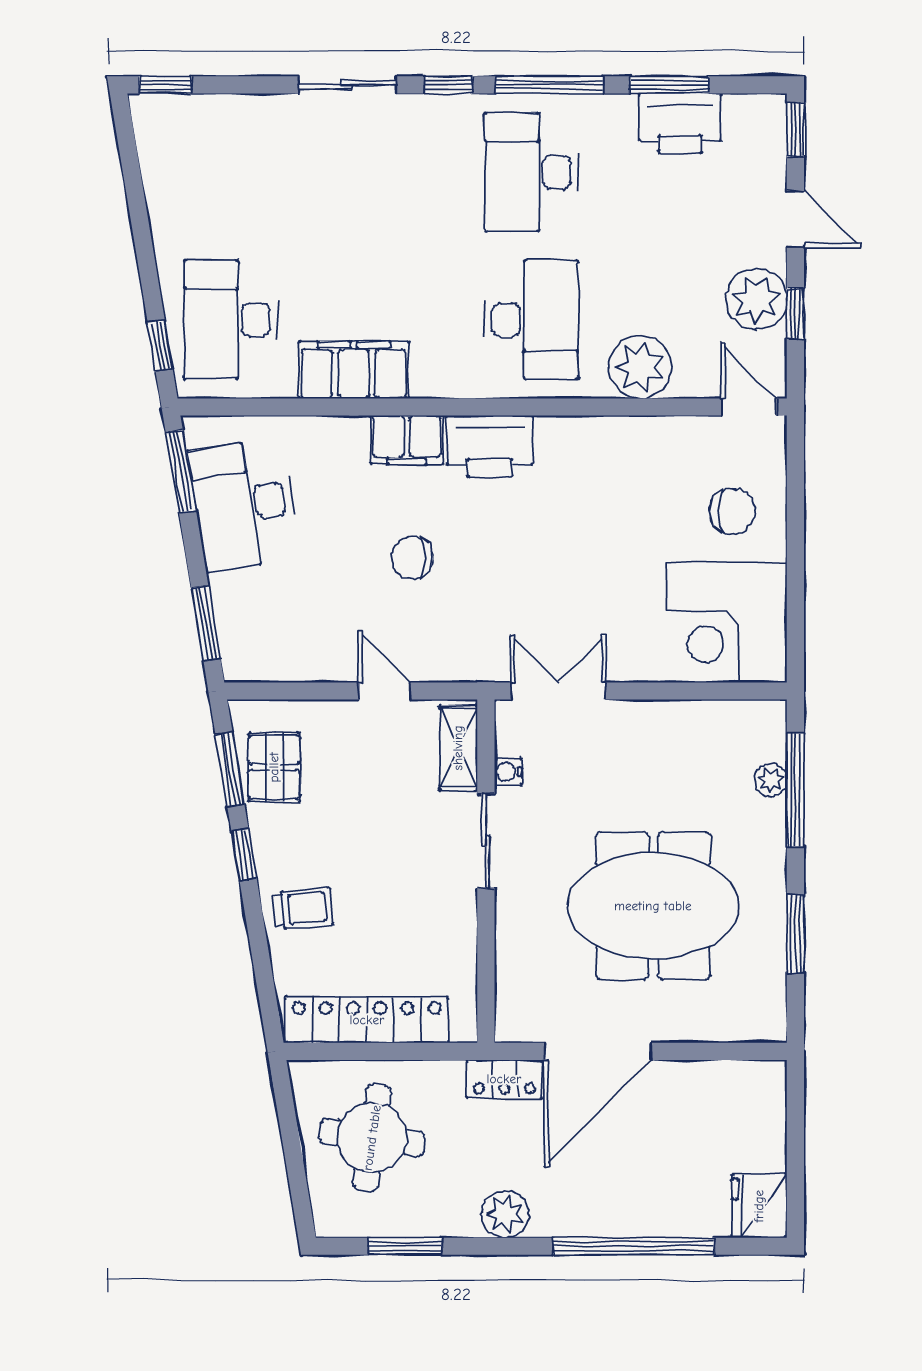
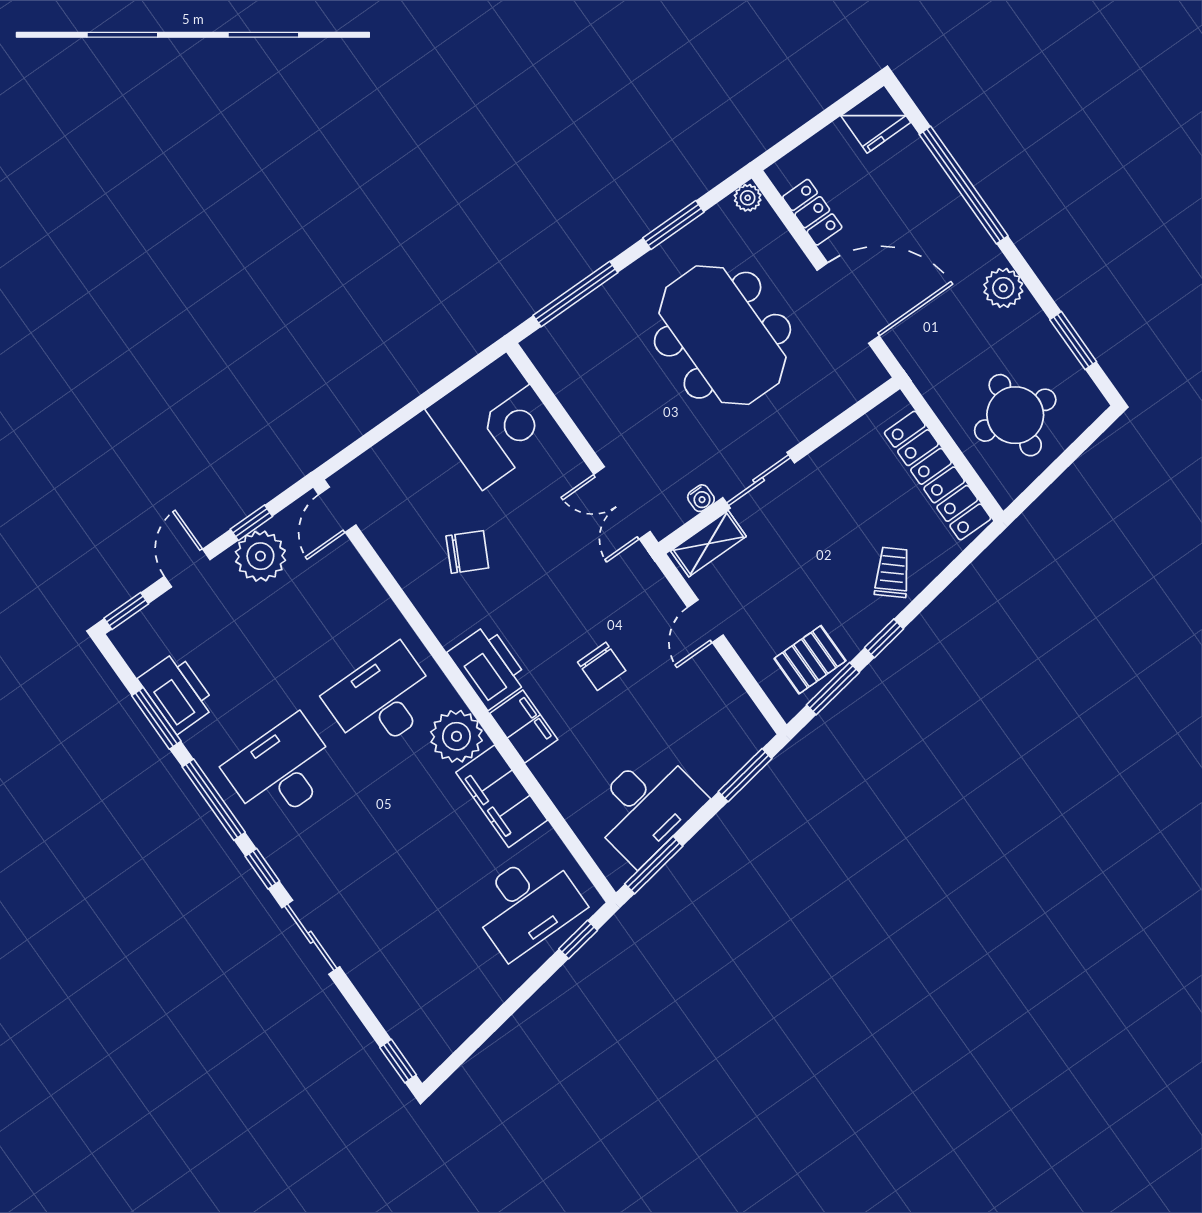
desk: (531, 172) -> (282, 770), turned 180
plant: (640, 367) -> (456, 736), moved
chair: (732, 511) -> (467, 552), moved, turned 117
plant: (771, 780) -> (748, 198), moved
trolley: (303, 908) -> (892, 572), turned 46
locker: (504, 1079) -> (812, 212), moved

